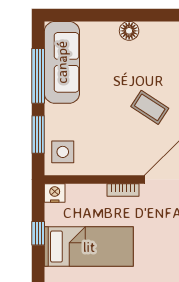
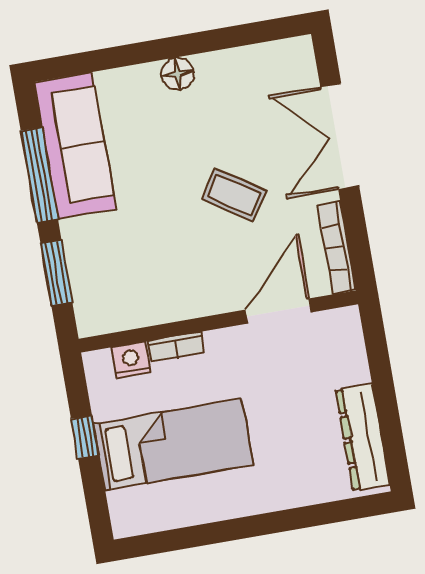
side table: (63, 152) -> (102, 294), removed
bookcase: (123, 190) -> (176, 347), moved
nightstand: (55, 193) -> (131, 360), moved

